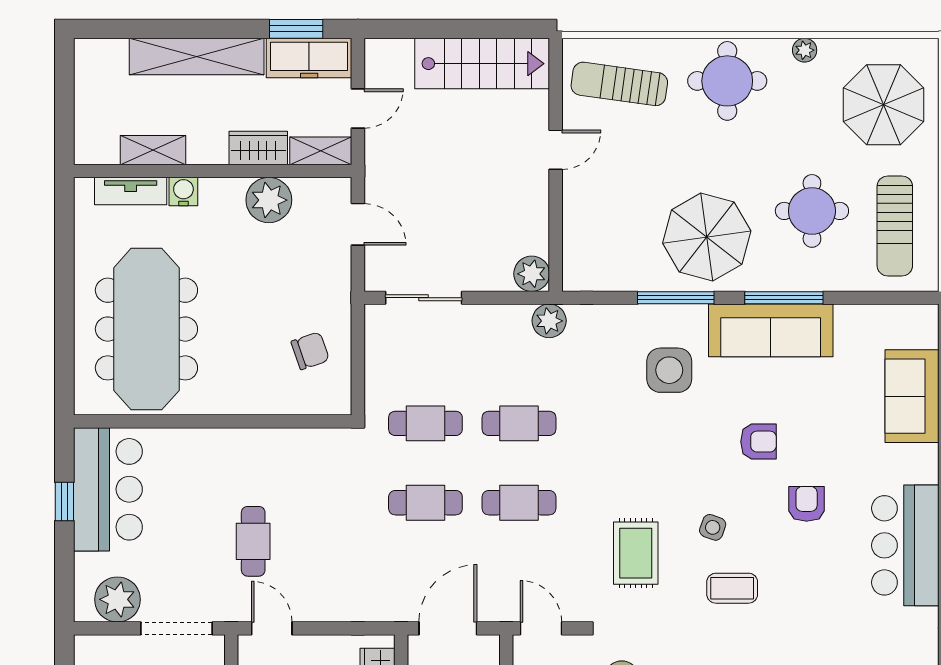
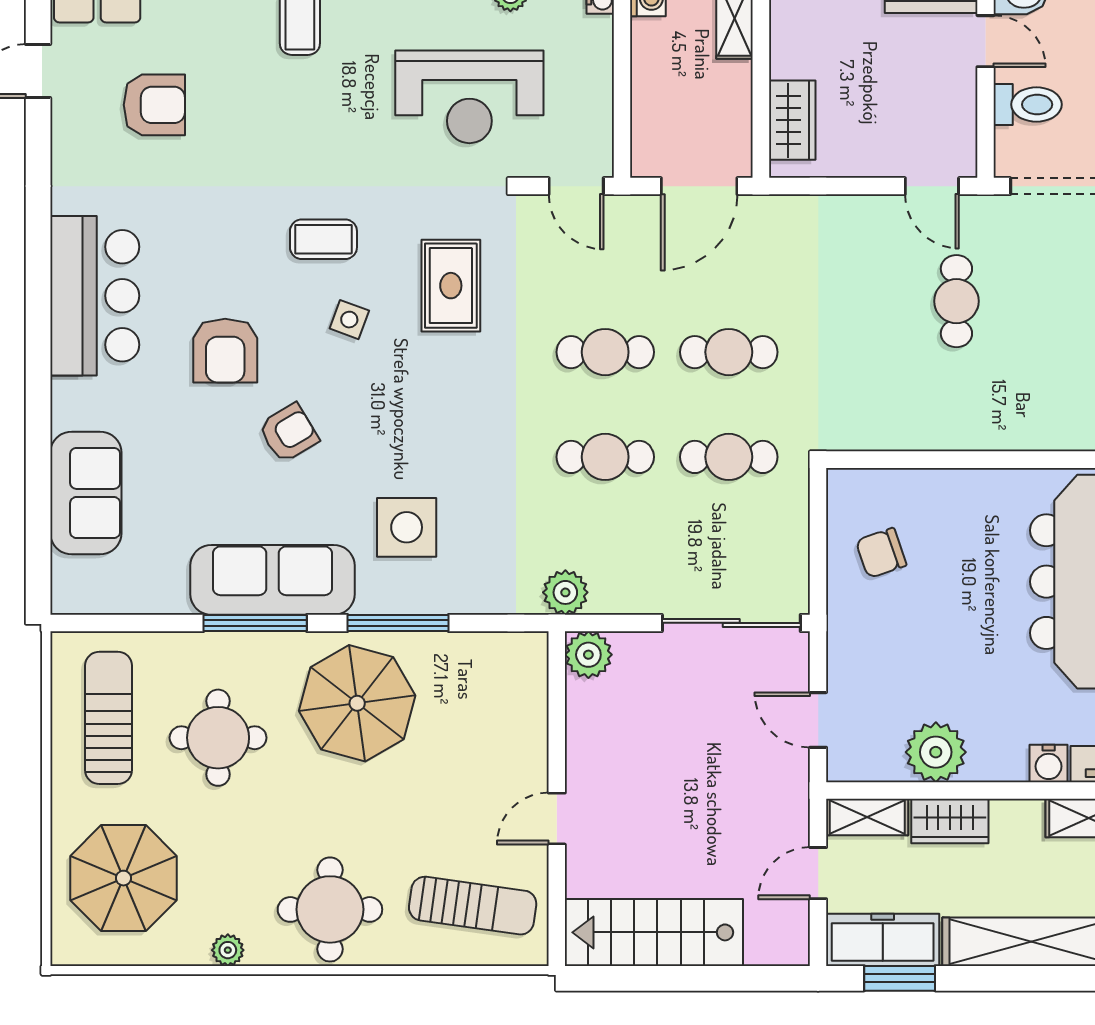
sliding door: (424, 298) -> (731, 623), width x1.37
armchair: (759, 442) -> (289, 433), turned 149
armchair: (807, 504) -> (225, 351), width x1.38, depth x1.38

